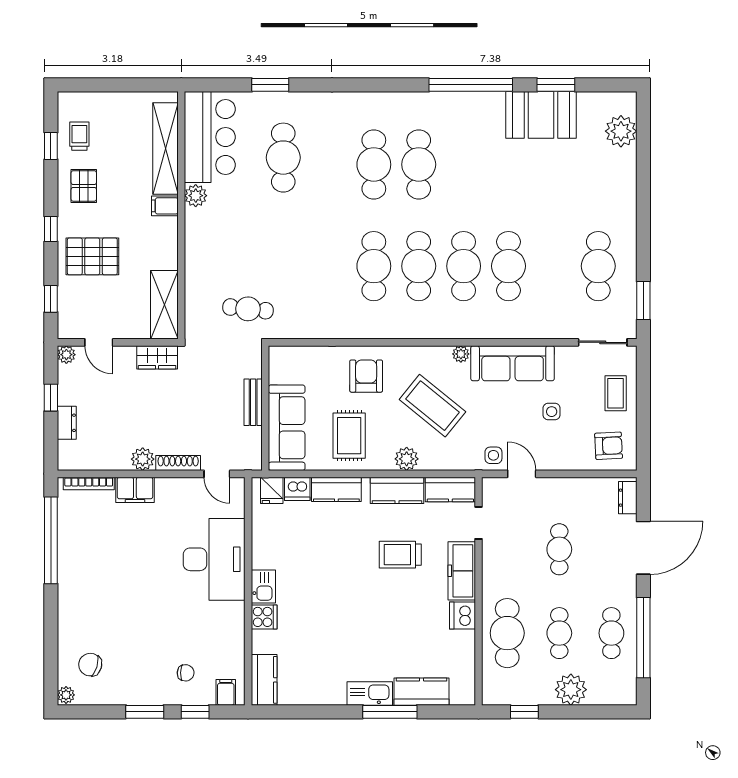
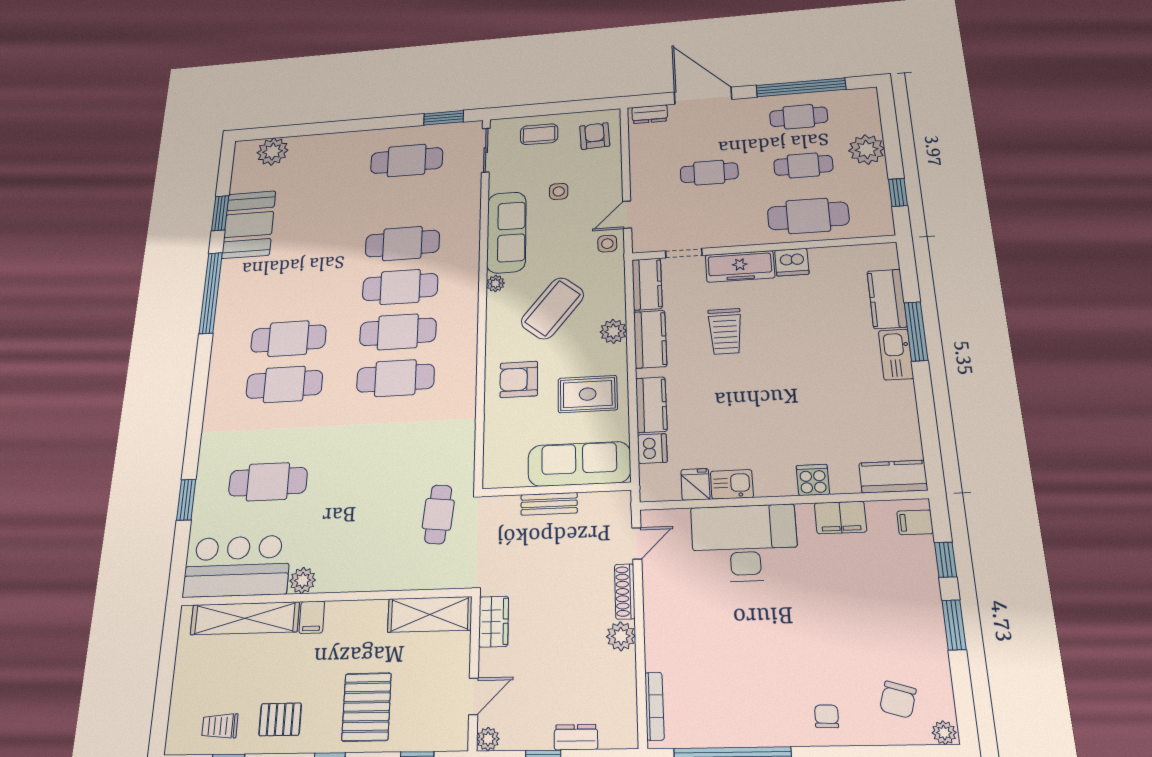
filing cabinet: (135, 490) -> (840, 517), moved, turned 90
fridge: (272, 490) -> (695, 484), moved, turned -90
kitchen sink: (263, 586) -> (732, 484), moved
chair: (186, 673) -> (827, 716), moved

